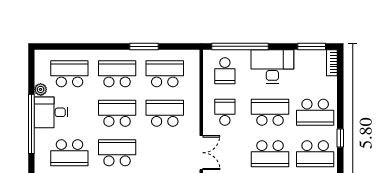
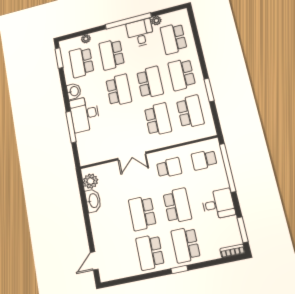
desk: (272, 66) -> (218, 204), width x0.73
school desk: (69, 74) -> (173, 39), turned 180
school desk: (117, 74) -> (182, 74), turned 180
window: (340, 138) -> (179, 269), moved

